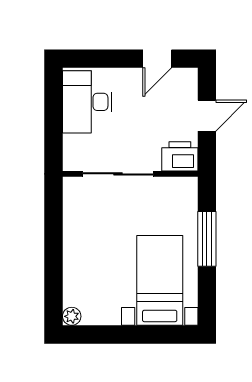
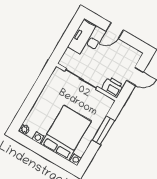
door: (157, 59) -> (115, 31), moved
bed with nightstands: (160, 280) -> (66, 133), width x1.36

